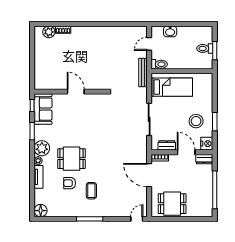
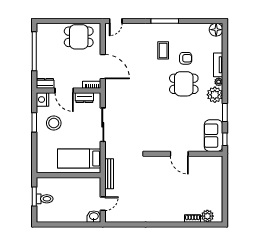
washbasin: (170, 31) -> (94, 217), moved
toilet: (159, 64) -> (92, 182), removed

